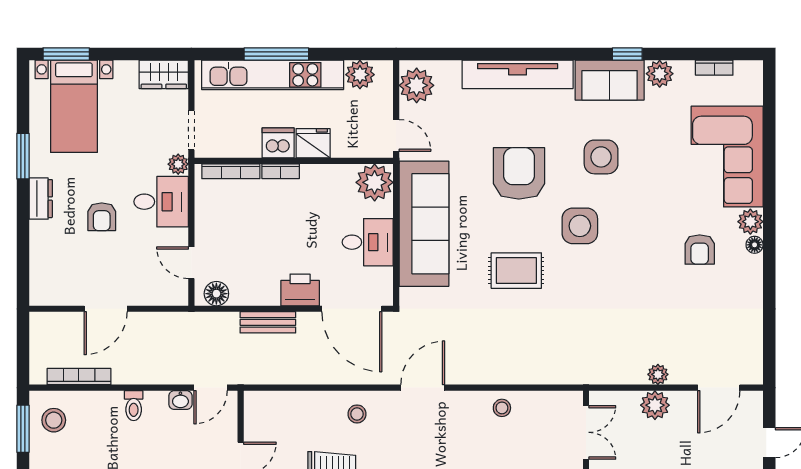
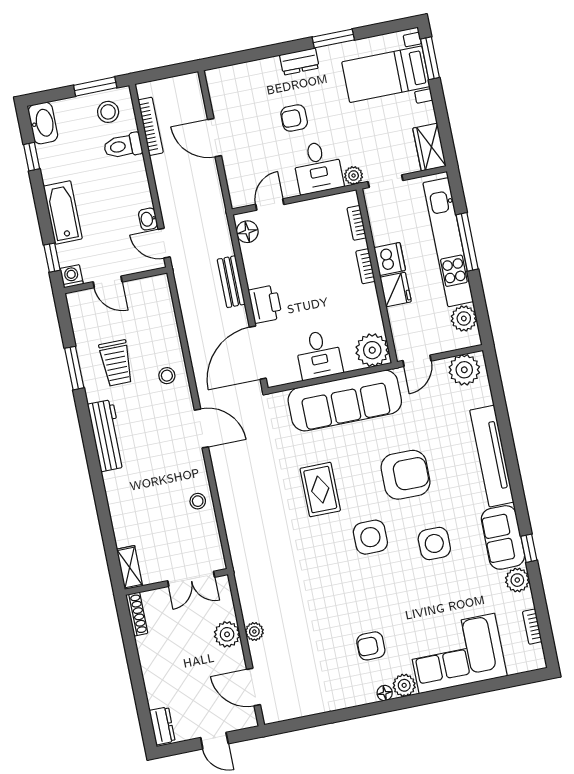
bookcase: (231, 171) -> (357, 223), width x0.64
toilet: (134, 406) -> (123, 146), moved, width x1.37, depth x1.39

